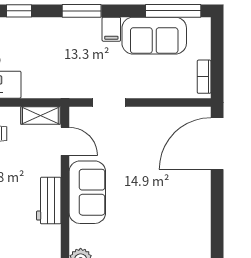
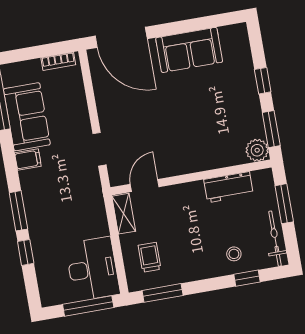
window: (82, 11) -> (18, 211), moved
sofa: (87, 192) -> (189, 50), moved, turned 180
workbench: (49, 201) -> (229, 187), moved

